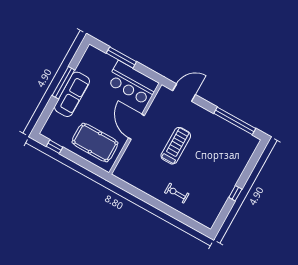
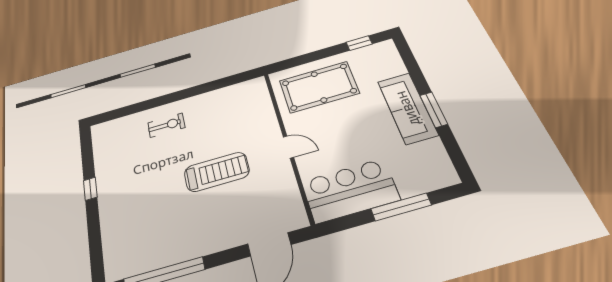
window: (63, 83) -> (434, 110), width x0.69
door: (136, 127) -> (288, 147), width x0.53
treadmill: (176, 146) -> (217, 172), turned -90

